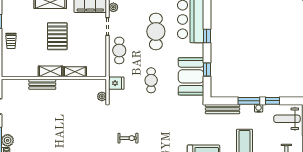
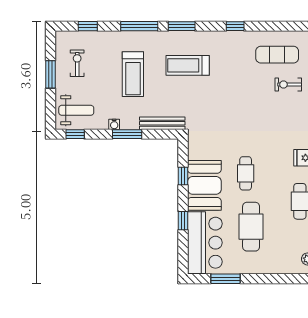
booth: (191, 76) -> (204, 185), moved
cafe table: (151, 80) -> (246, 173), moved
window: (272, 101) -> (75, 134), moved

